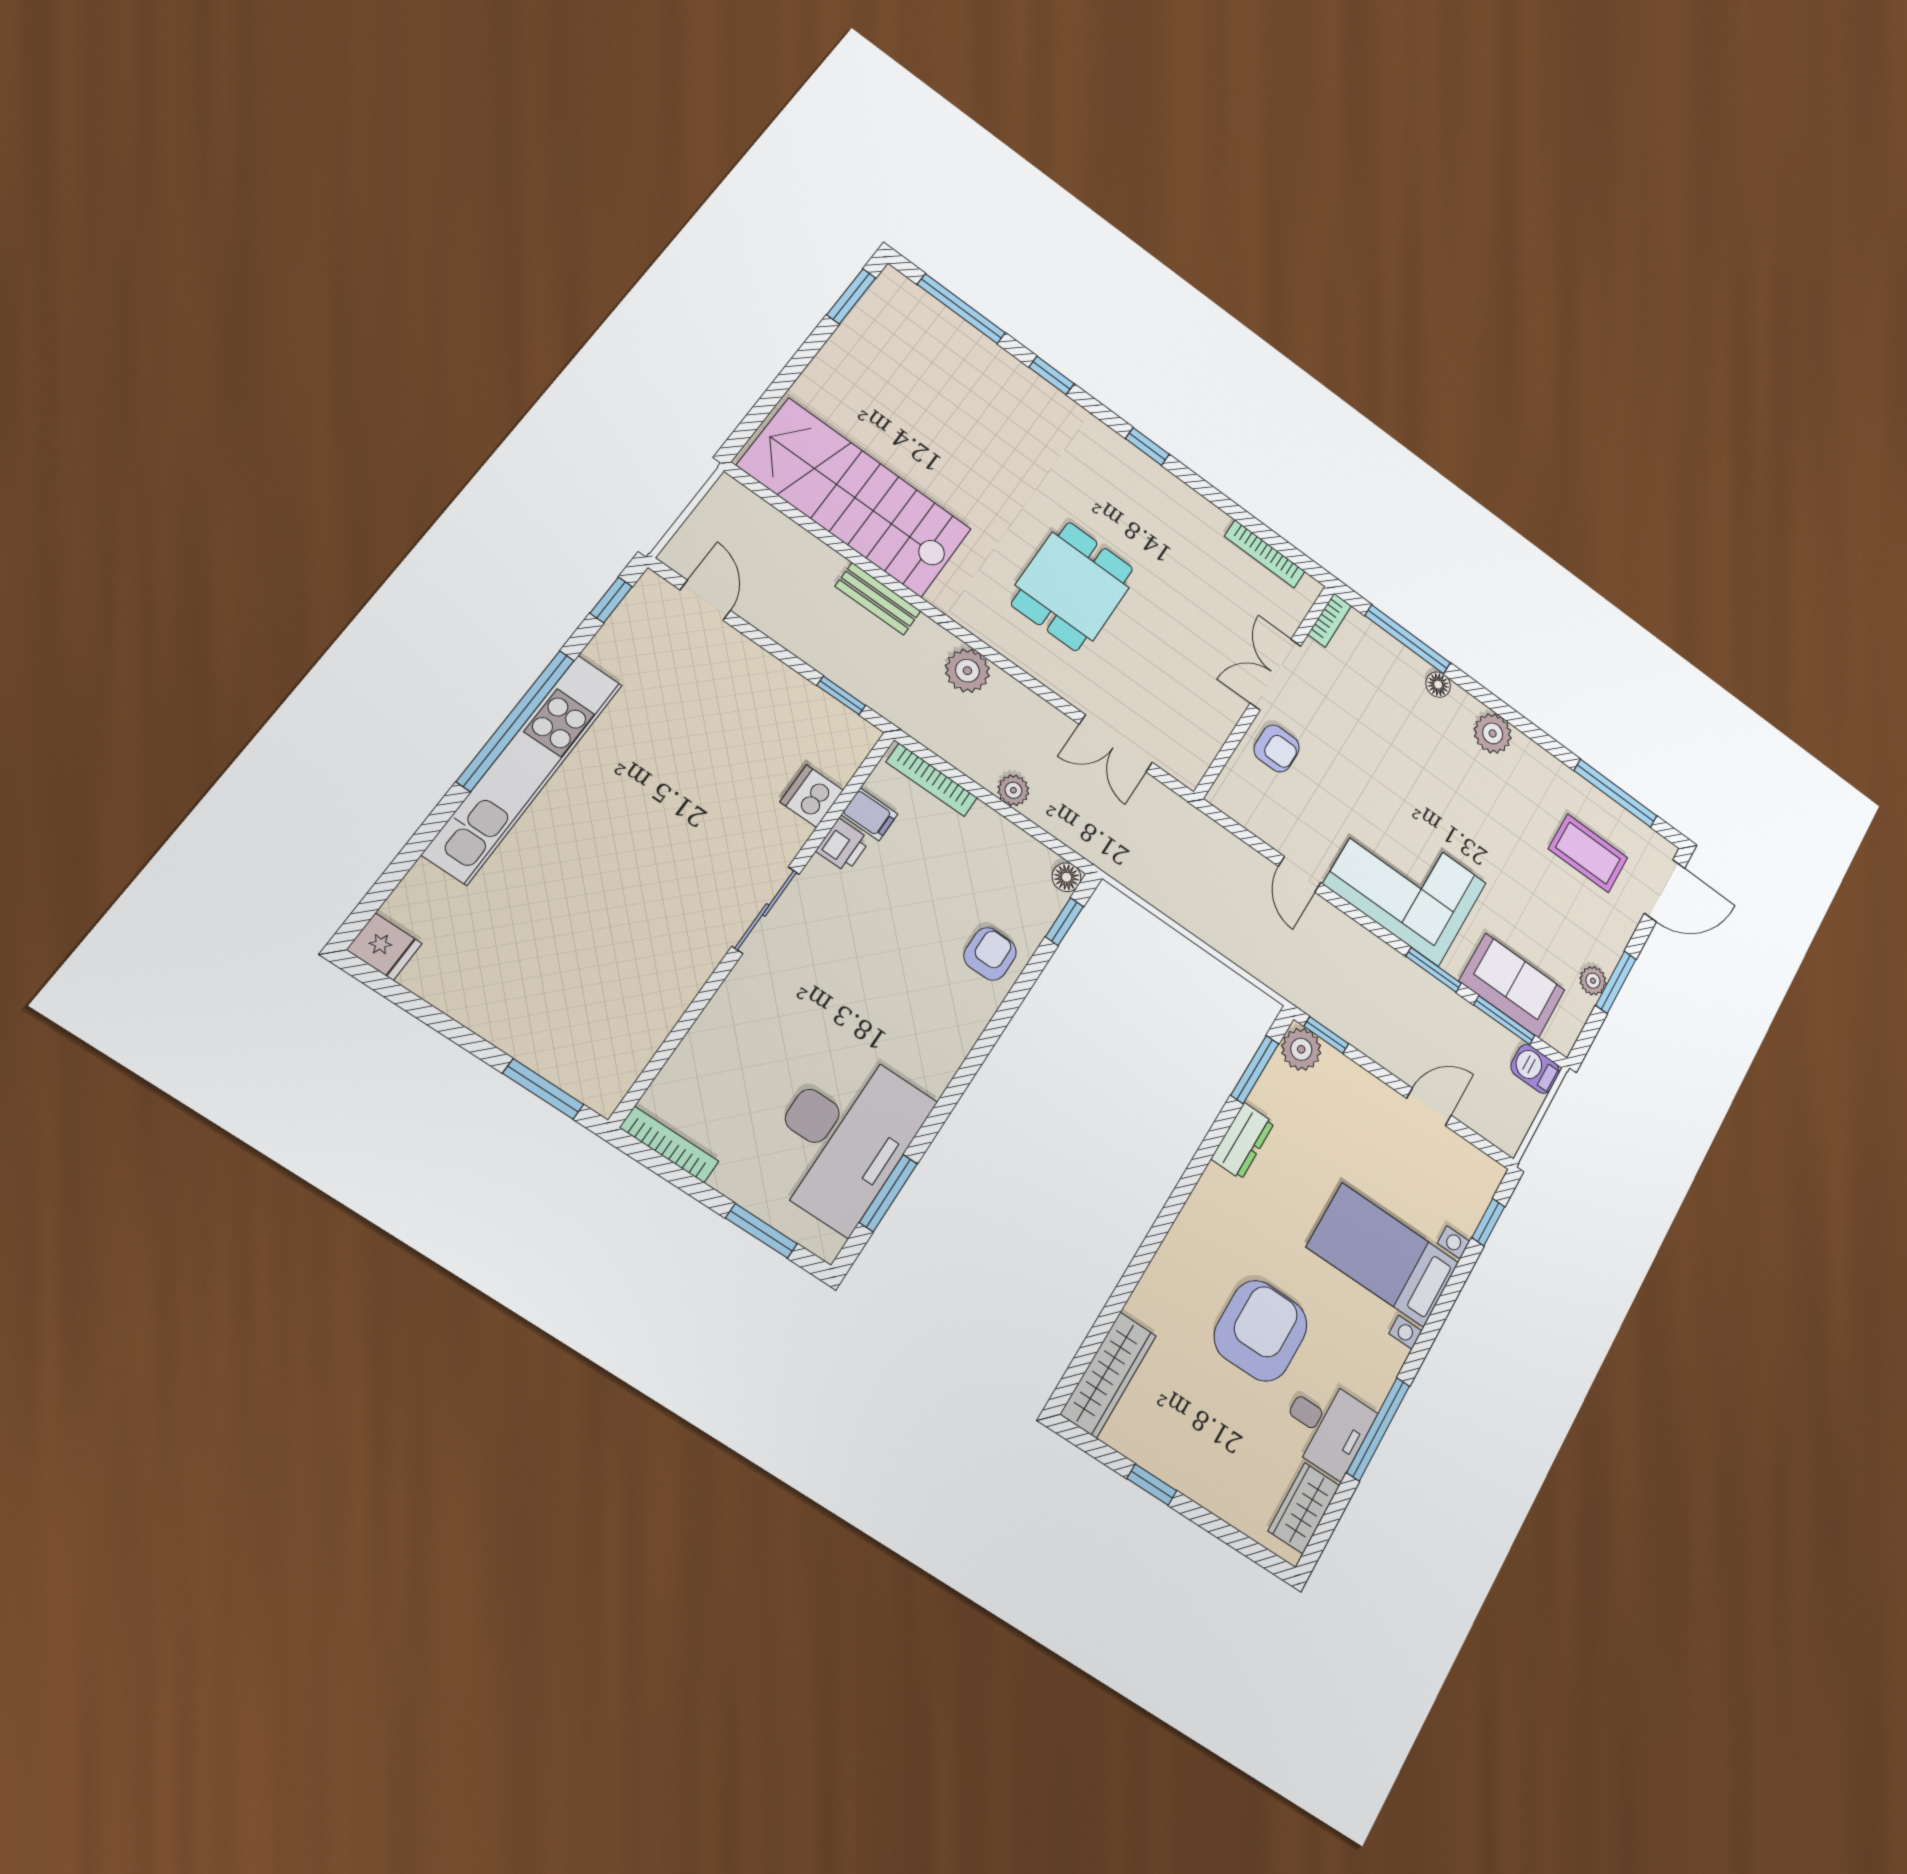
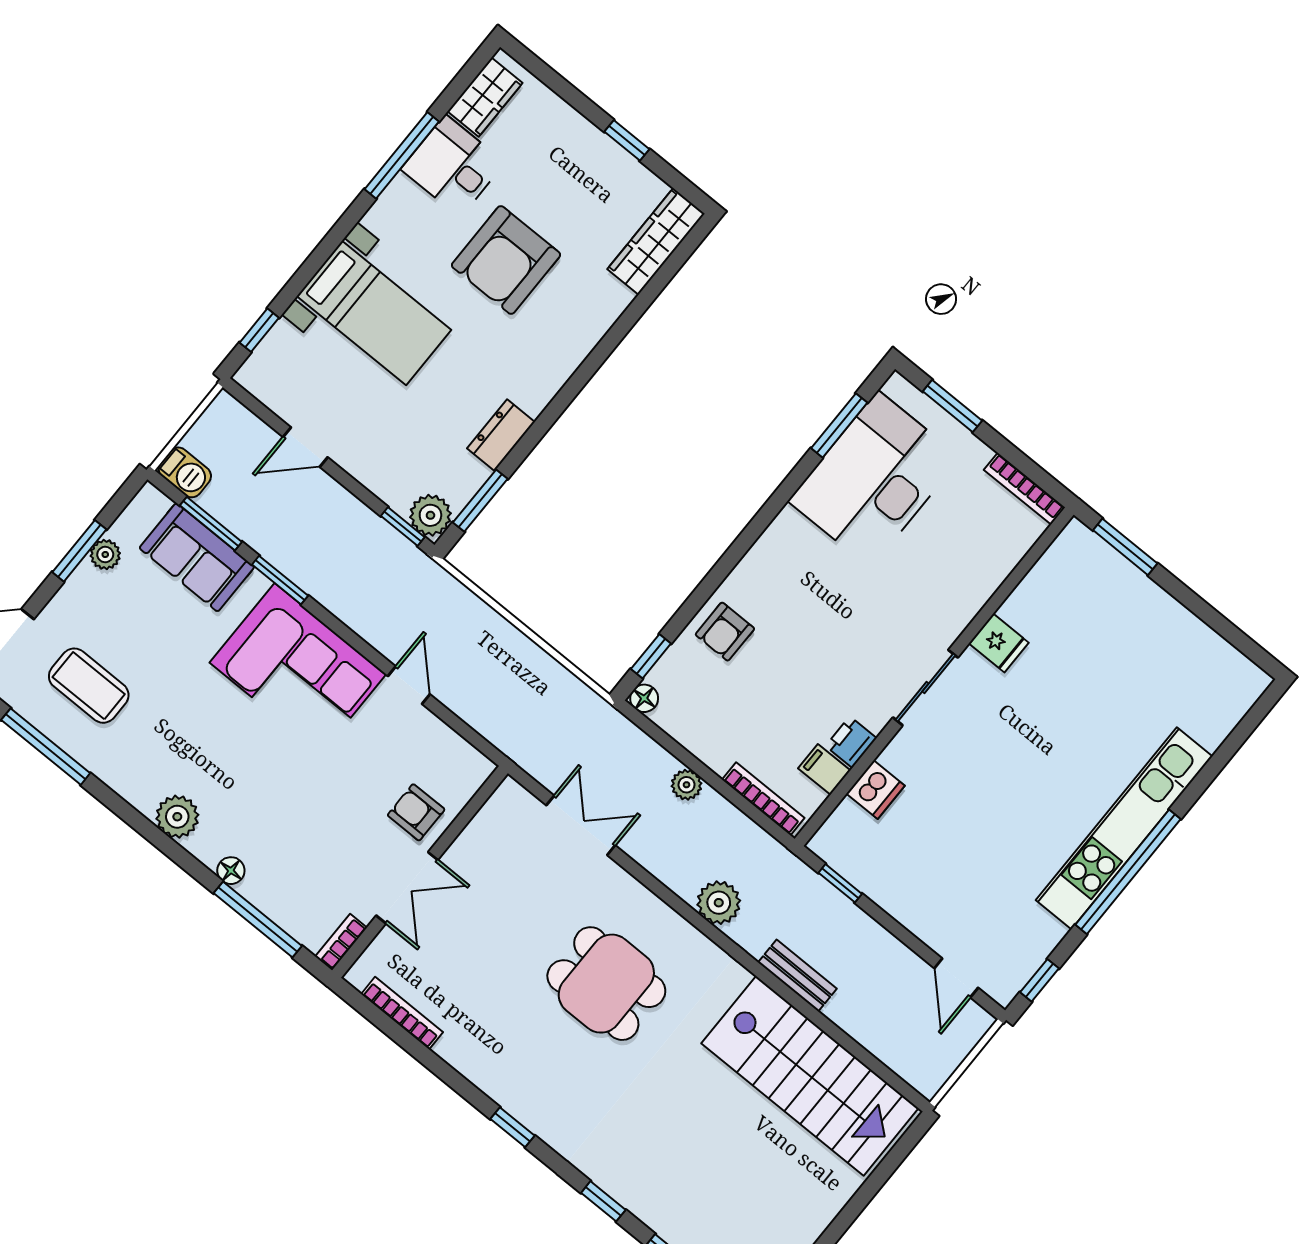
dining table: (1072, 586) -> (606, 984), turned 90
fridge: (384, 947) -> (999, 643), moved, turned 180

